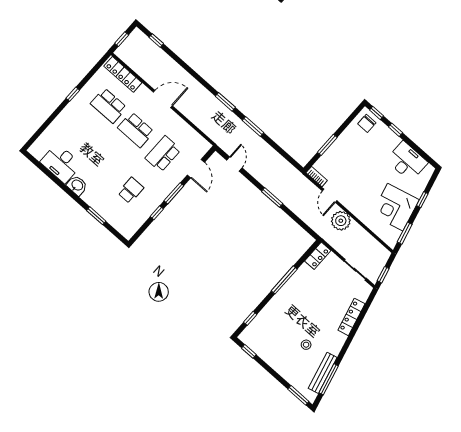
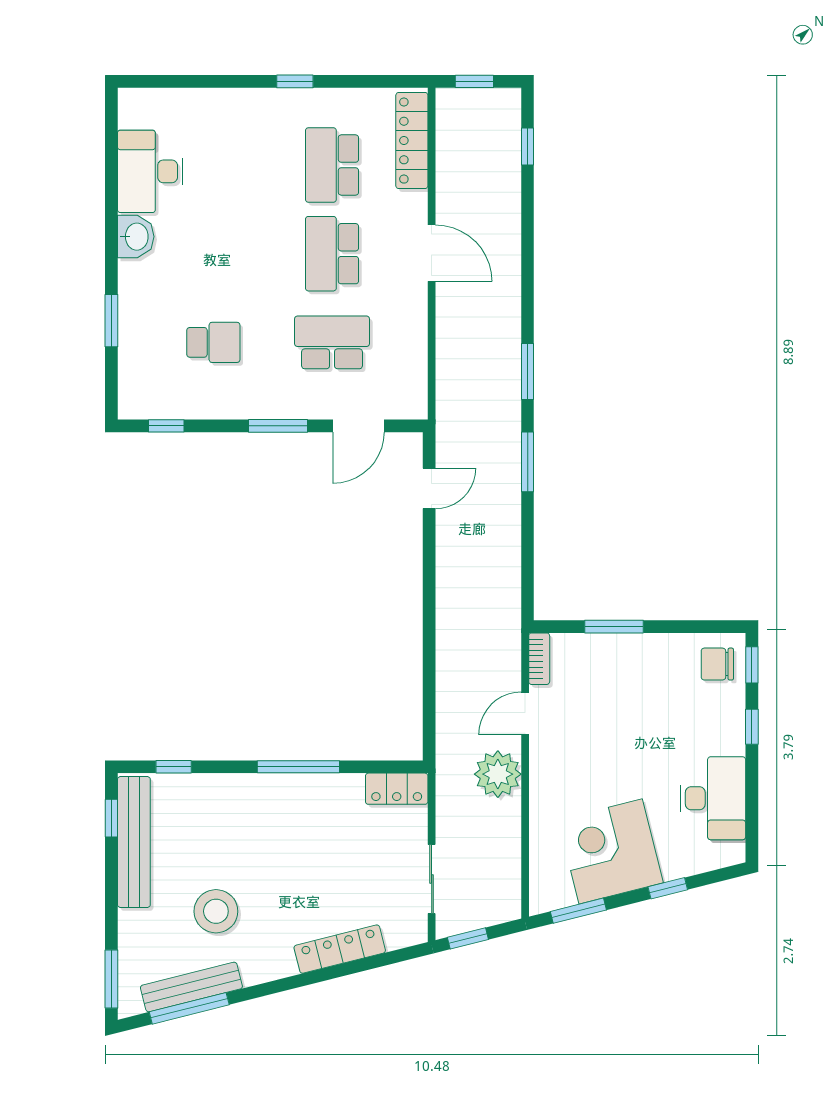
window: (272, 197) -> (429, 611), removed
window: (157, 213) -> (166, 426), moved
stool: (306, 345) -> (216, 911), width x1.89, depth x1.89
bench: (262, 351) -> (134, 842), added

